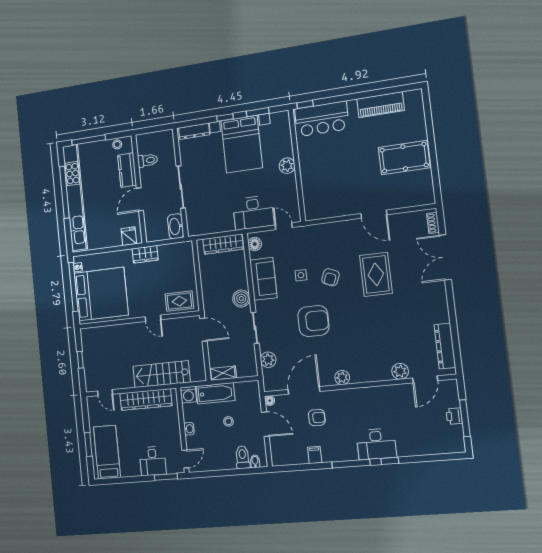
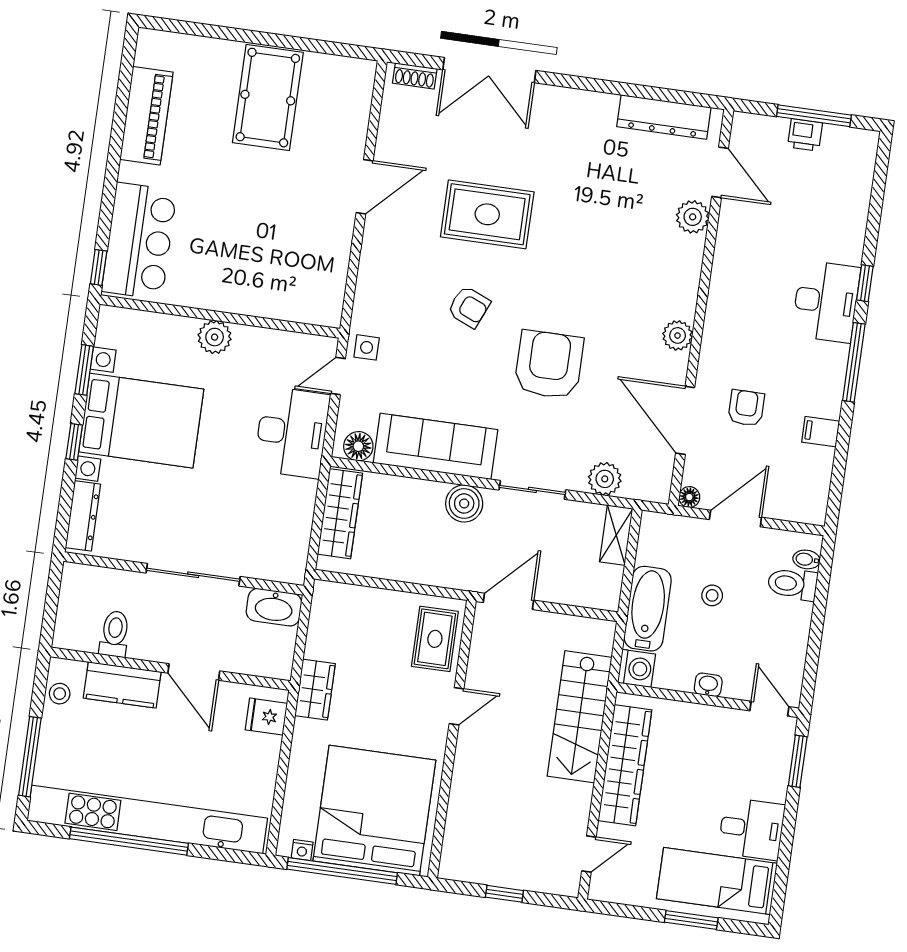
side table: (301, 275) -> (367, 347), moved
sofa: (263, 279) -> (435, 446), width x1.36
shelving: (223, 373) -> (616, 535), moved
desk: (153, 461) -> (752, 829), moved

